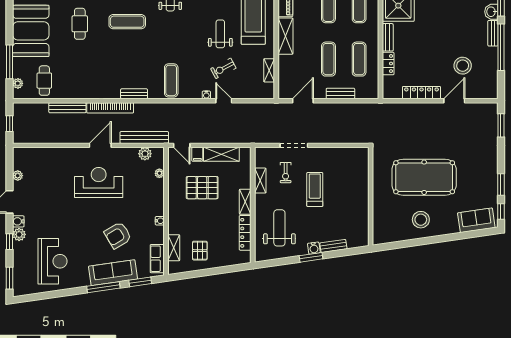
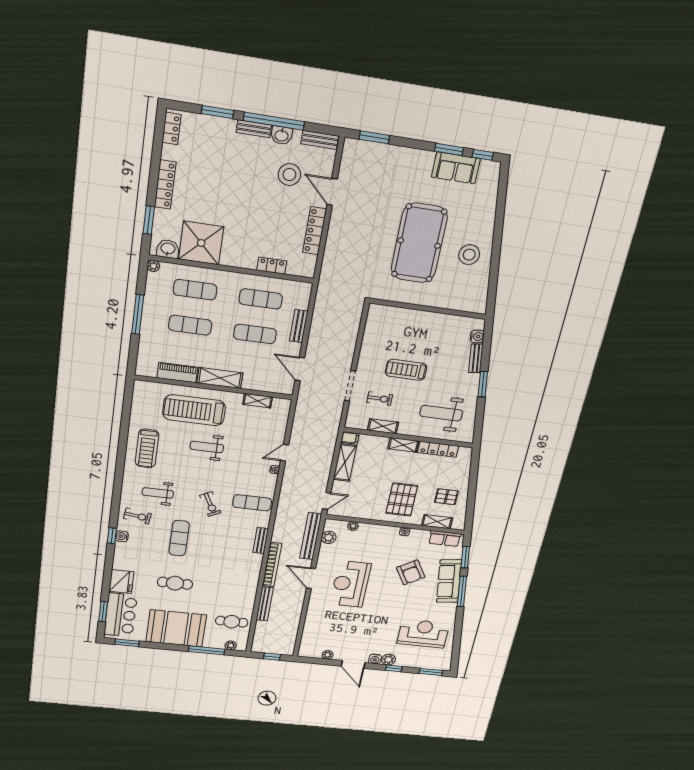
washbasin: (491, 12) -> (282, 135), moved
bench: (388, 37) -> (320, 140), moved
exercise bike: (223, 68) -> (210, 504), moved
filing cabinet: (197, 154) -> (350, 438), moved
pallet: (202, 188) -> (402, 499), moved
sofa: (476, 220) -> (456, 168), moved, turned -82
water cooler: (314, 248) -> (477, 336), moved

